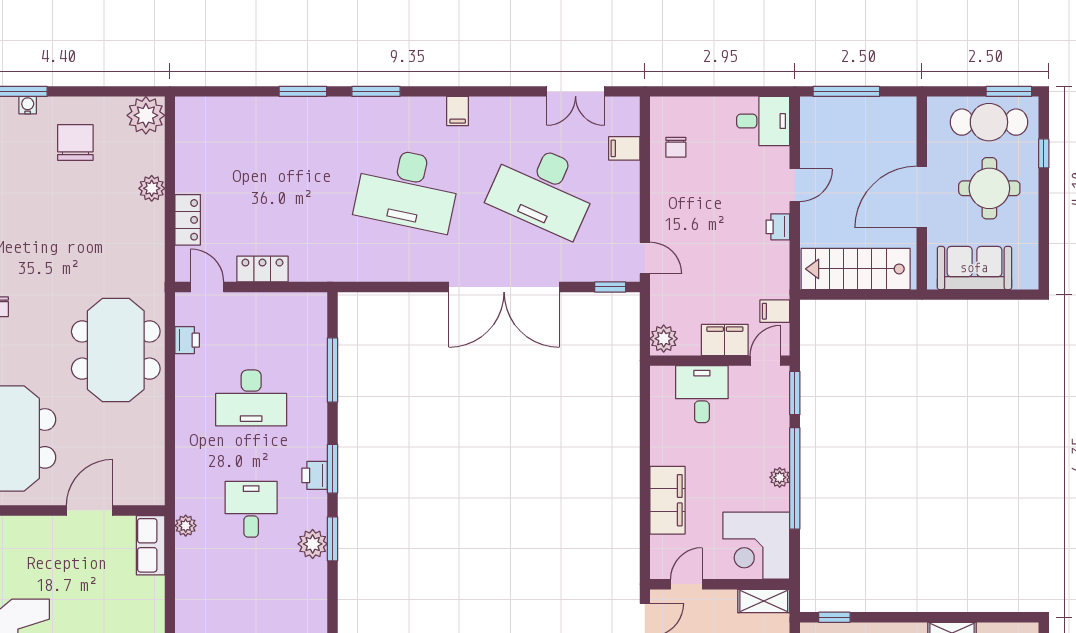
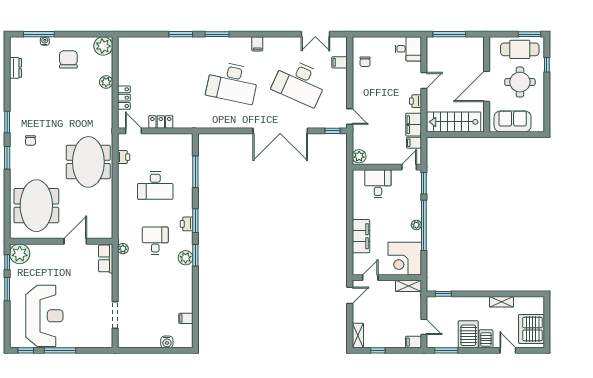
filing cabinet: (725, 340) -> (414, 125), moved, turned -90

